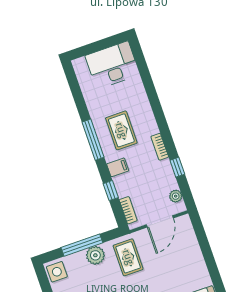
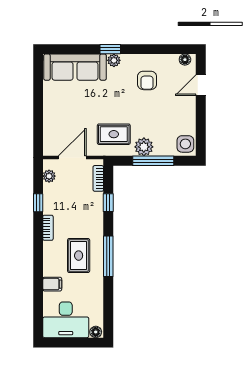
floor lamp: (80, 63) -> (96, 332), added
filing cabinet: (118, 167) -> (52, 284), moved, turned 180
rug: (128, 257) -> (114, 134), turned 90

